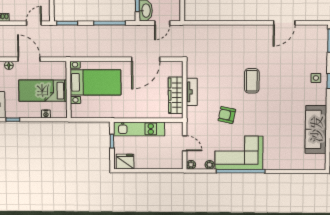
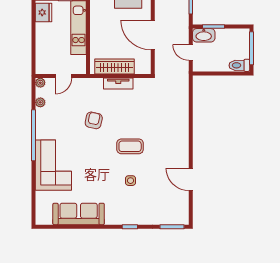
side table: (316, 78) -> (131, 181), moved
corner sofa: (239, 153) -> (53, 165), moved

